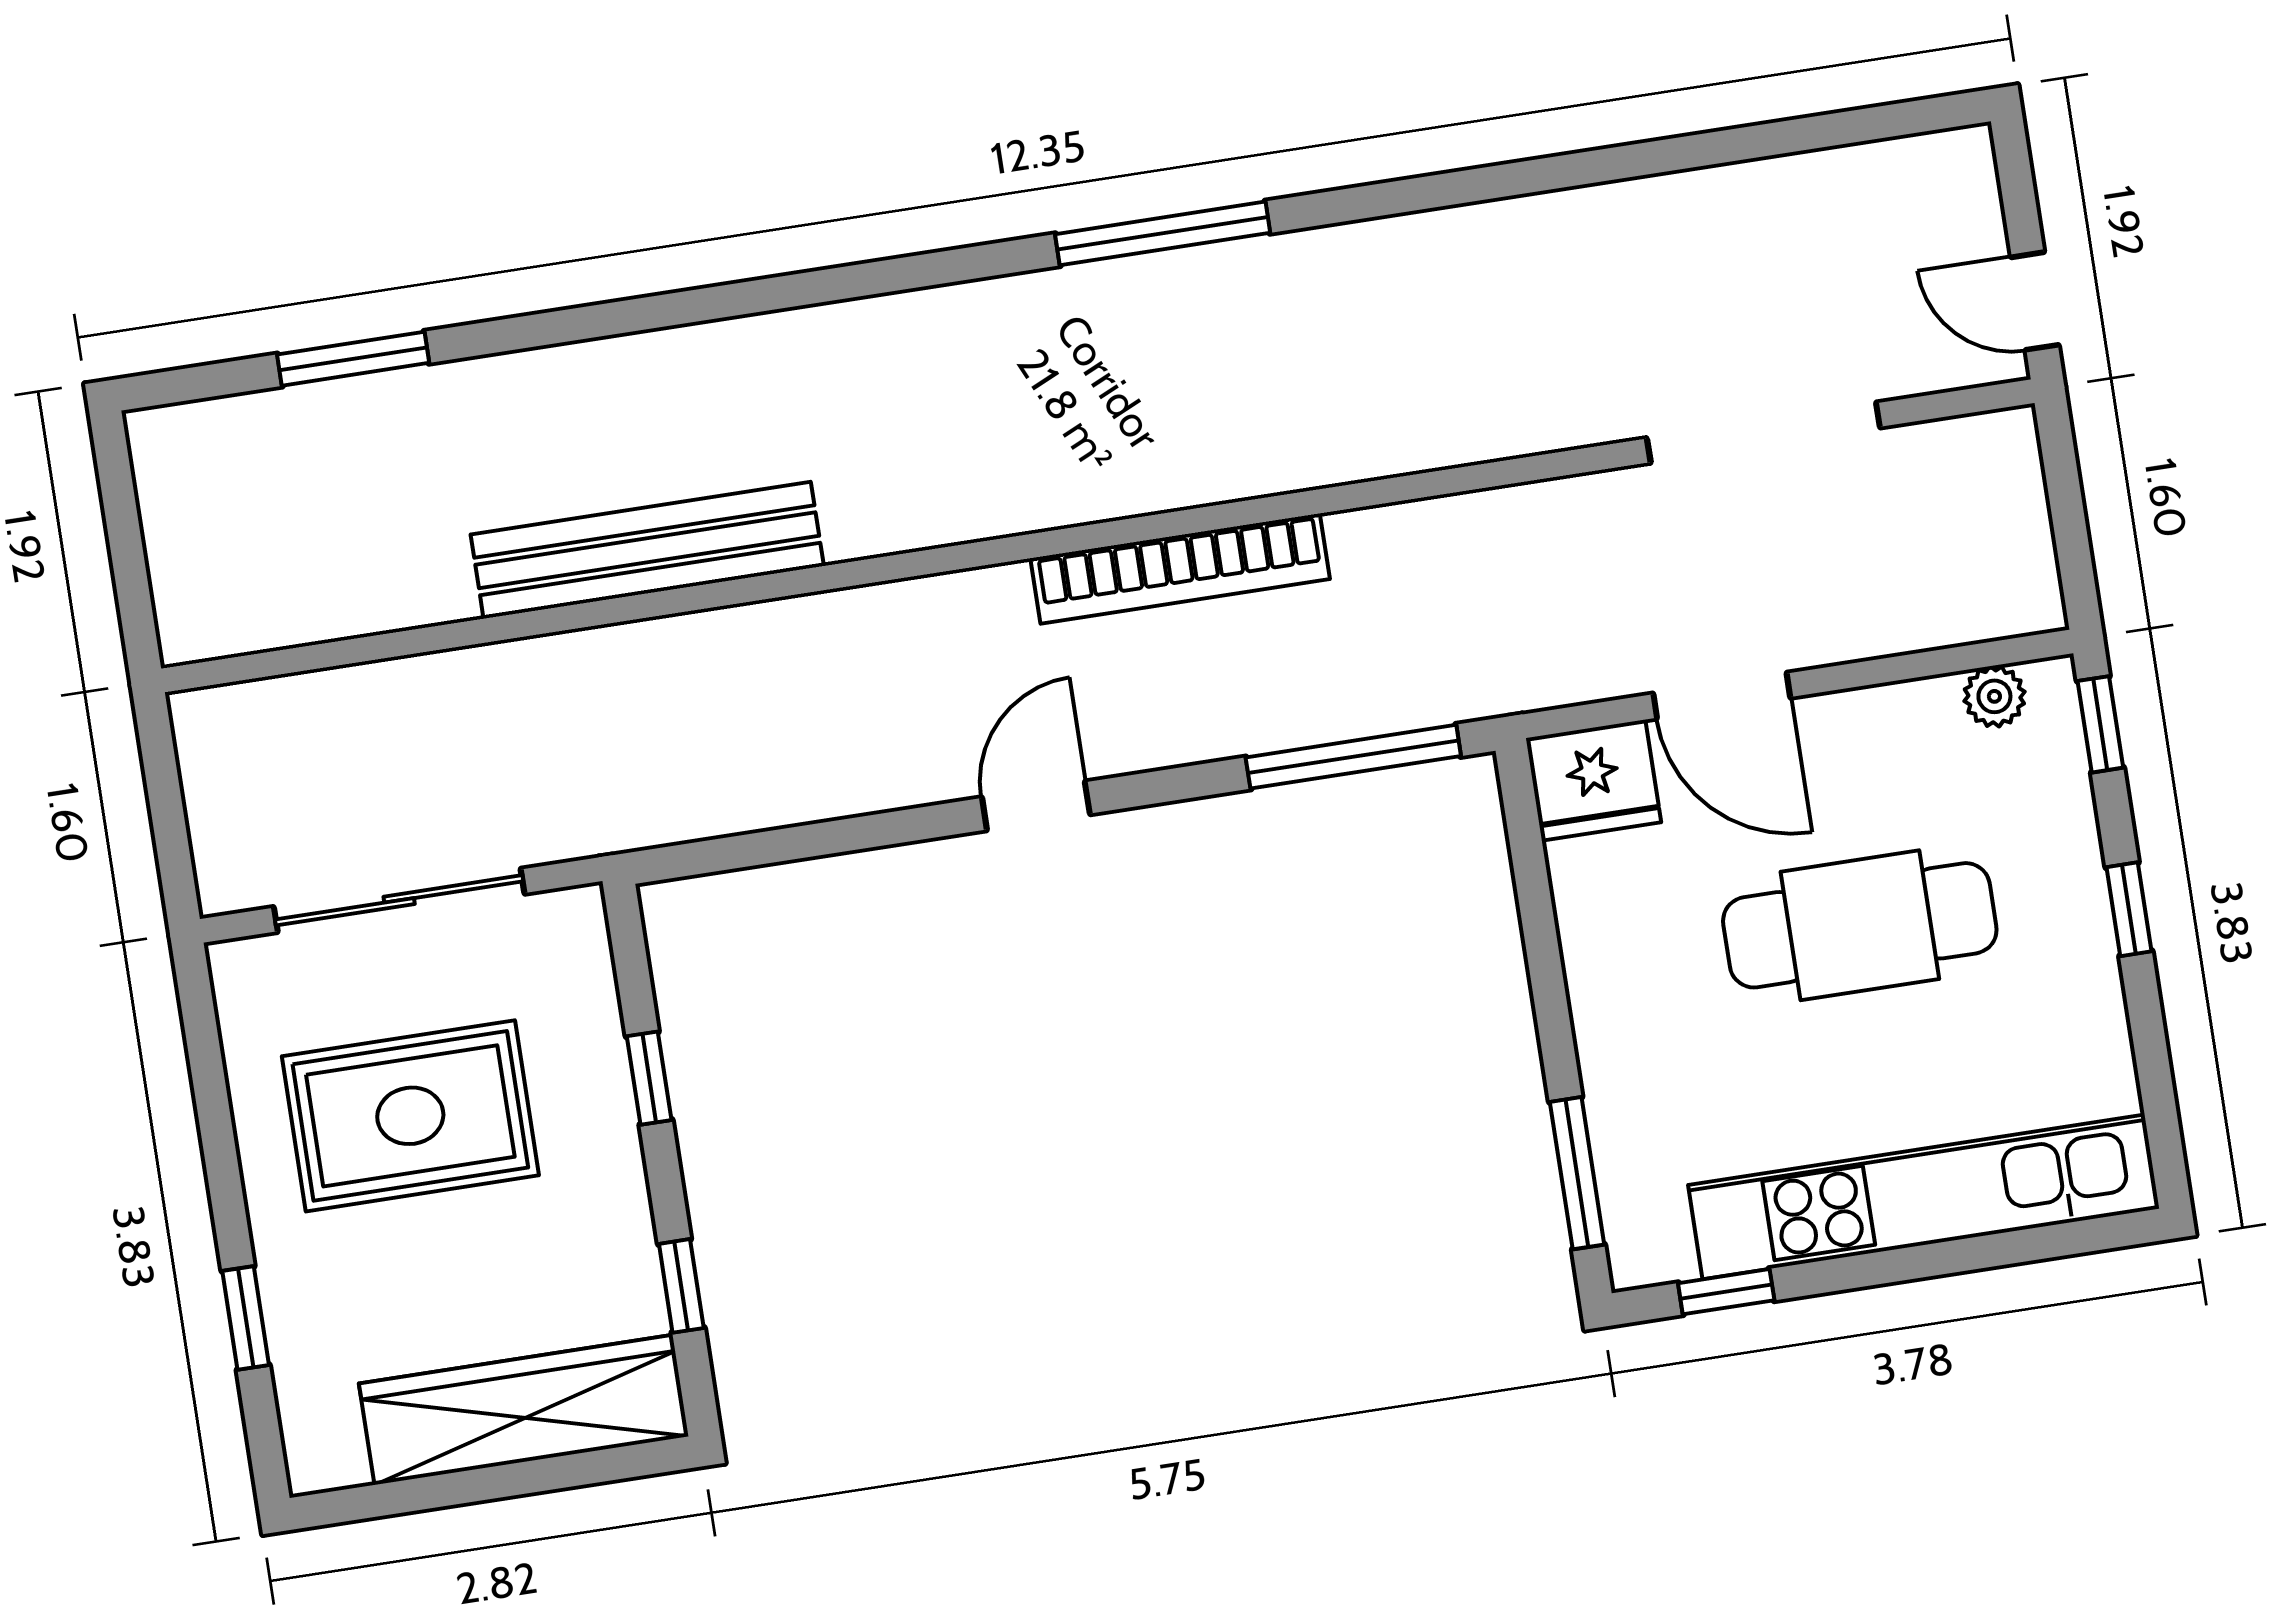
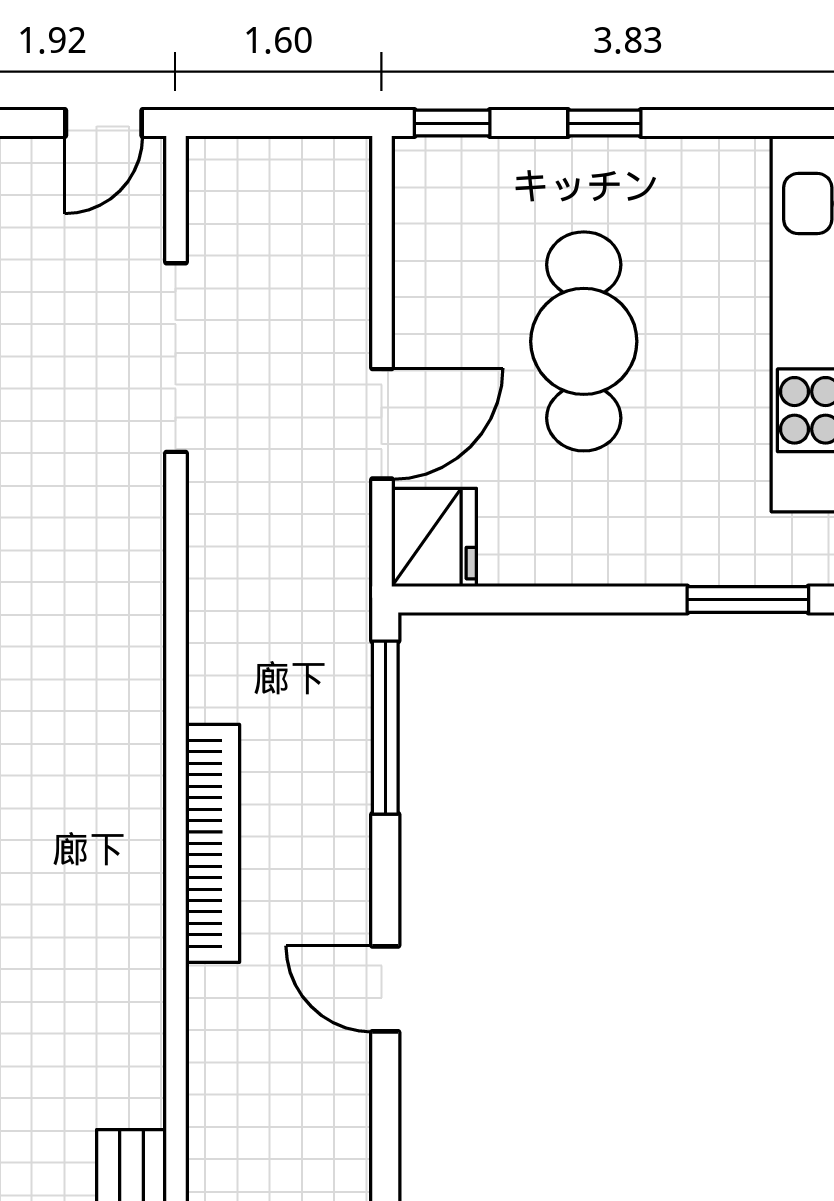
plant: (1994, 696) -> (417, 205), removed

